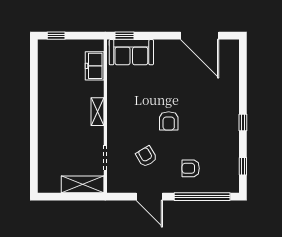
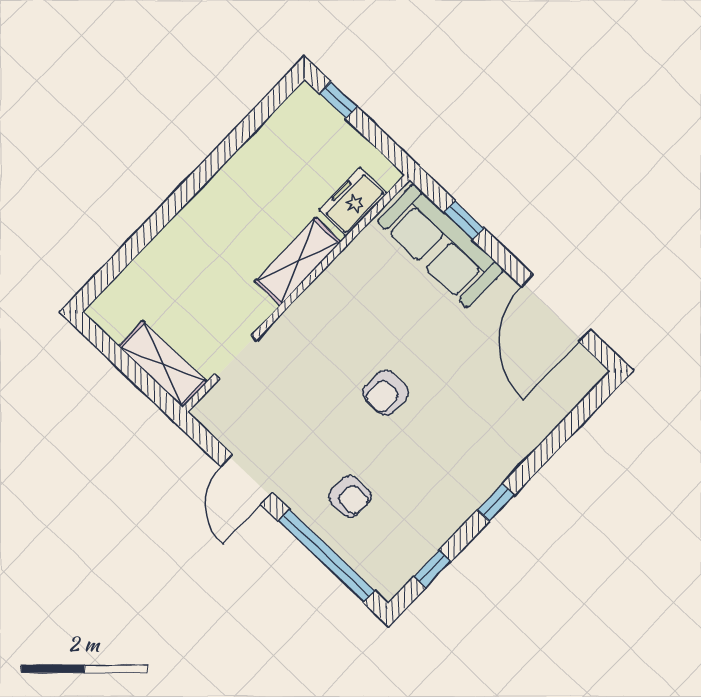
window: (124, 36) -> (464, 220), moved
sofa: (131, 52) -> (440, 246), width x1.36
shelving: (97, 112) -> (298, 262), width x1.50, depth x1.33
armchair: (146, 156) -> (300, 414), removed
armchair: (191, 168) -> (350, 497), turned 180

